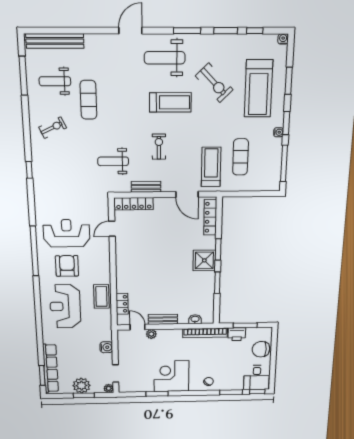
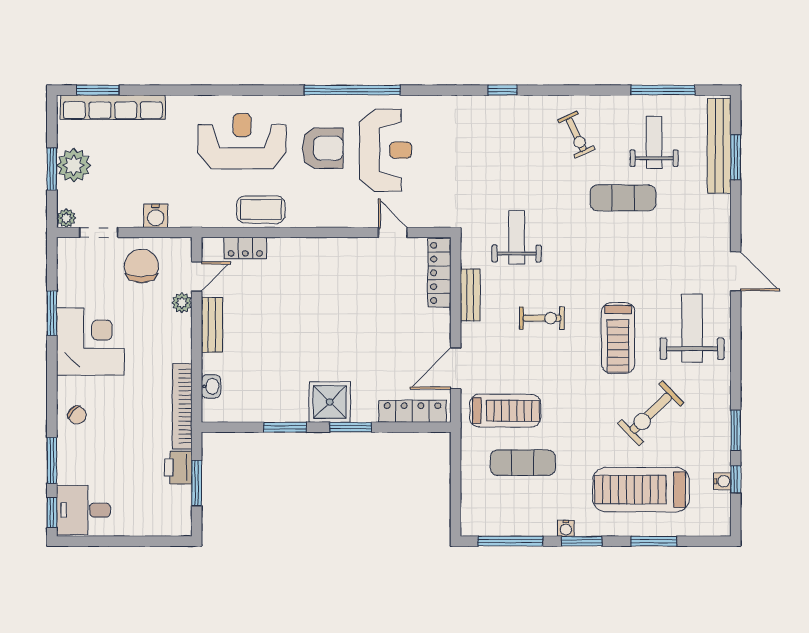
window: (187, 31) -> (736, 157), moved
water cooler: (283, 39) -> (722, 481), moved
chair: (261, 349) -> (141, 266), moved

